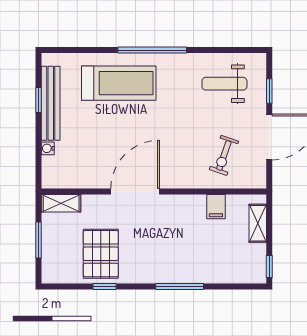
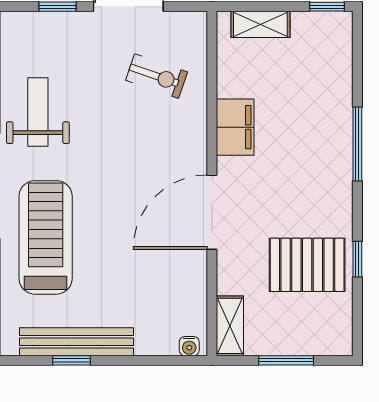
weight bench: (224, 84) -> (38, 112), moved, turned 180
water cooler: (48, 148) -> (189, 346), moved
door: (135, 192) -> (212, 212), hinge flipped
filing cabinet: (216, 207) -> (235, 127), moved, width x2.00

